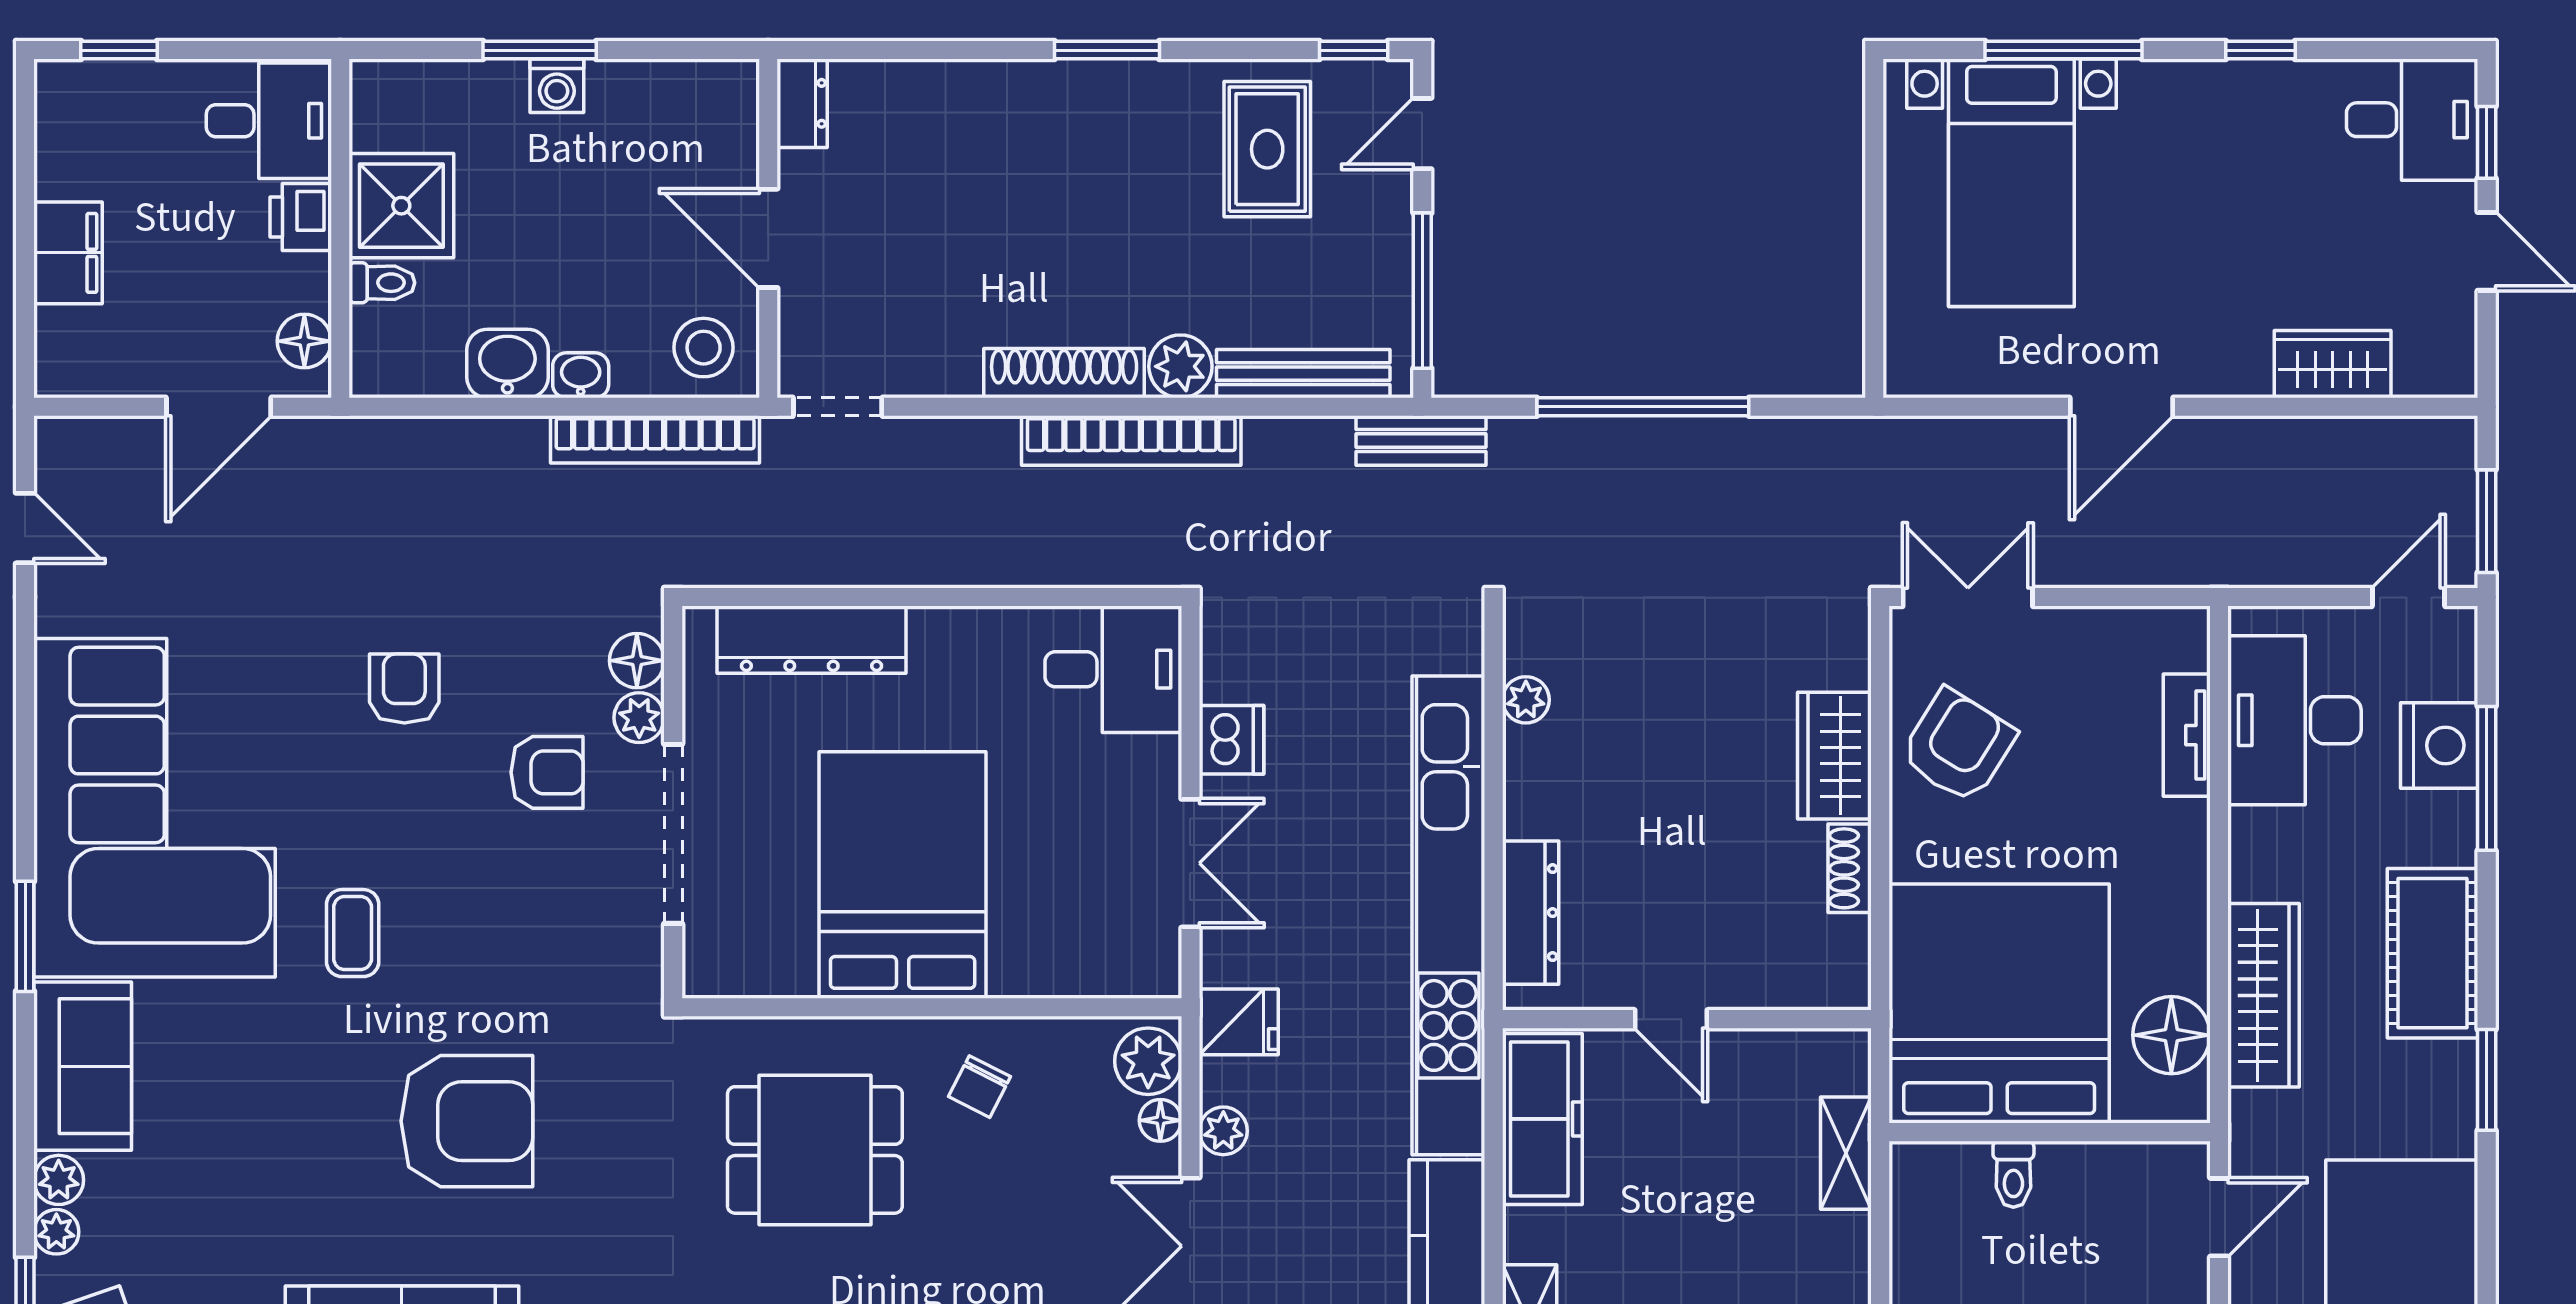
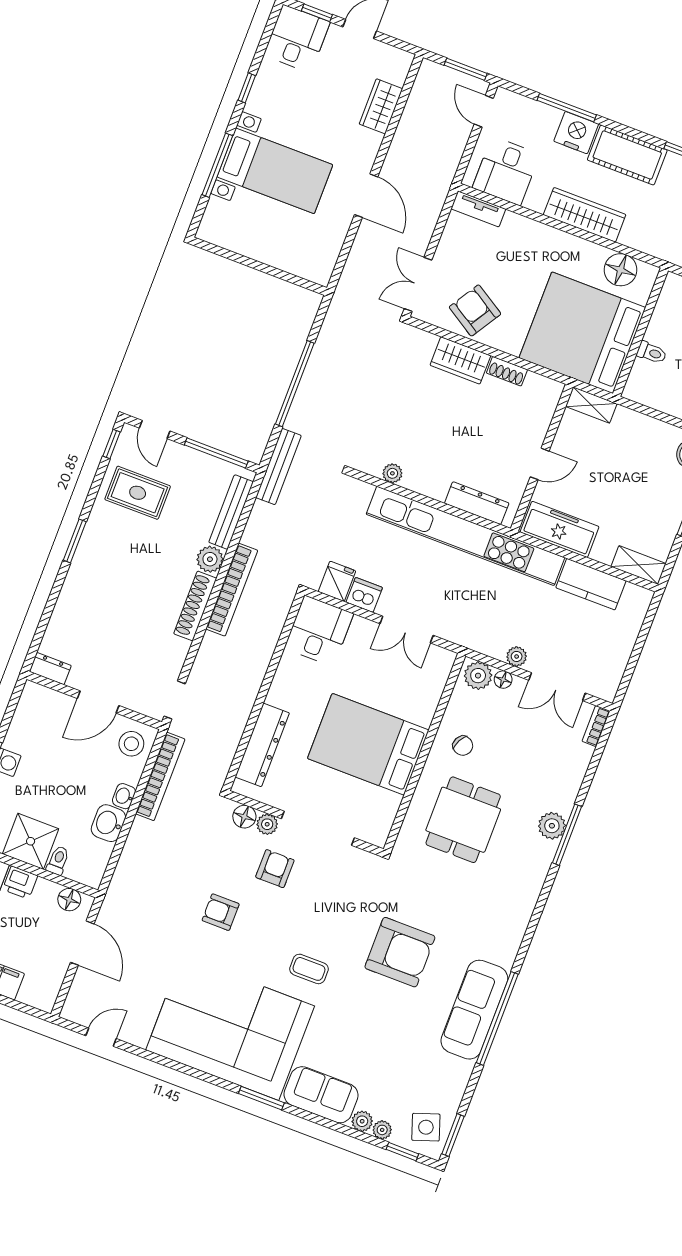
bed with nightstands: (2011, 183) -> (275, 171), moved
bench: (1421, 440) -> (278, 467), width x1.36
desk: (2295, 720) -> (506, 171), width x0.73
tv unit: (2187, 735) -> (478, 209), moved
nightstand: (2439, 745) -> (576, 133), moved
double door: (1190, 863) -> (407, 629), swing flipped
wardrobe: (2264, 995) -> (585, 215), moved
fridge: (1239, 1022) -> (337, 581), moved
armchair: (467, 1121) -> (400, 952), turned 90
shelving: (1846, 1153) -> (591, 405), moved

